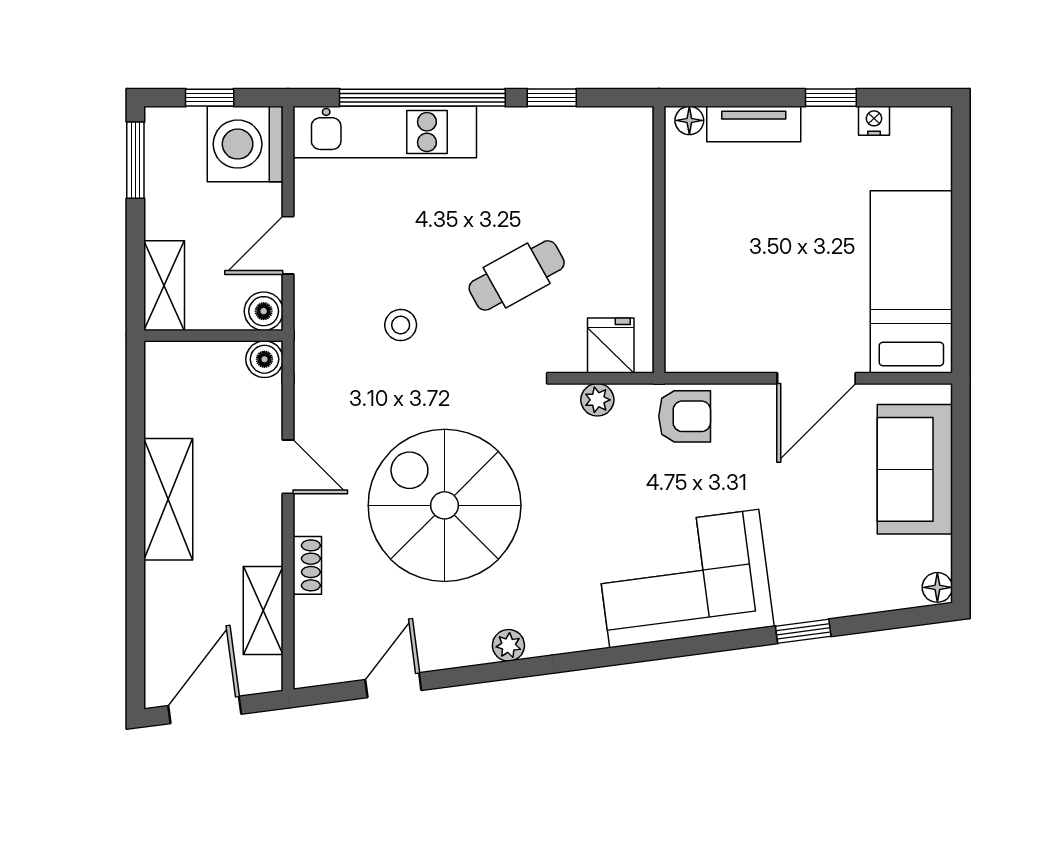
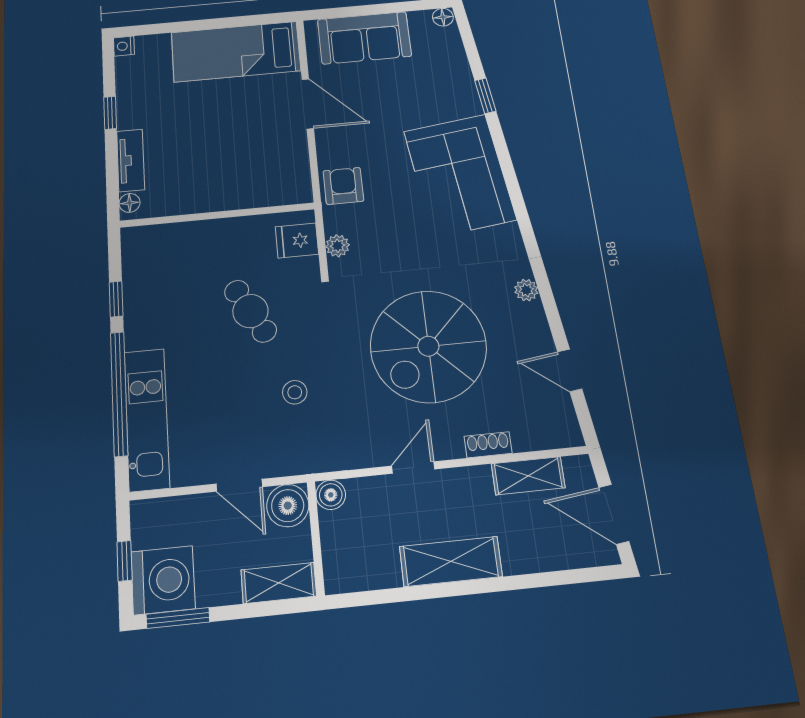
nightstand: (874, 121) -> (124, 46), moved
washing machine: (245, 144) -> (163, 580), moved, turned -90
boiler: (264, 311) -> (288, 506), width x1.36, depth x1.36

